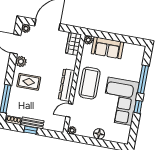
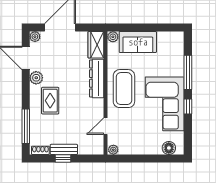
rug: (29, 82) -> (50, 101), turned 90
dresser: (67, 85) -> (97, 78), moved
floor lamp: (99, 134) -> (169, 148), moved

